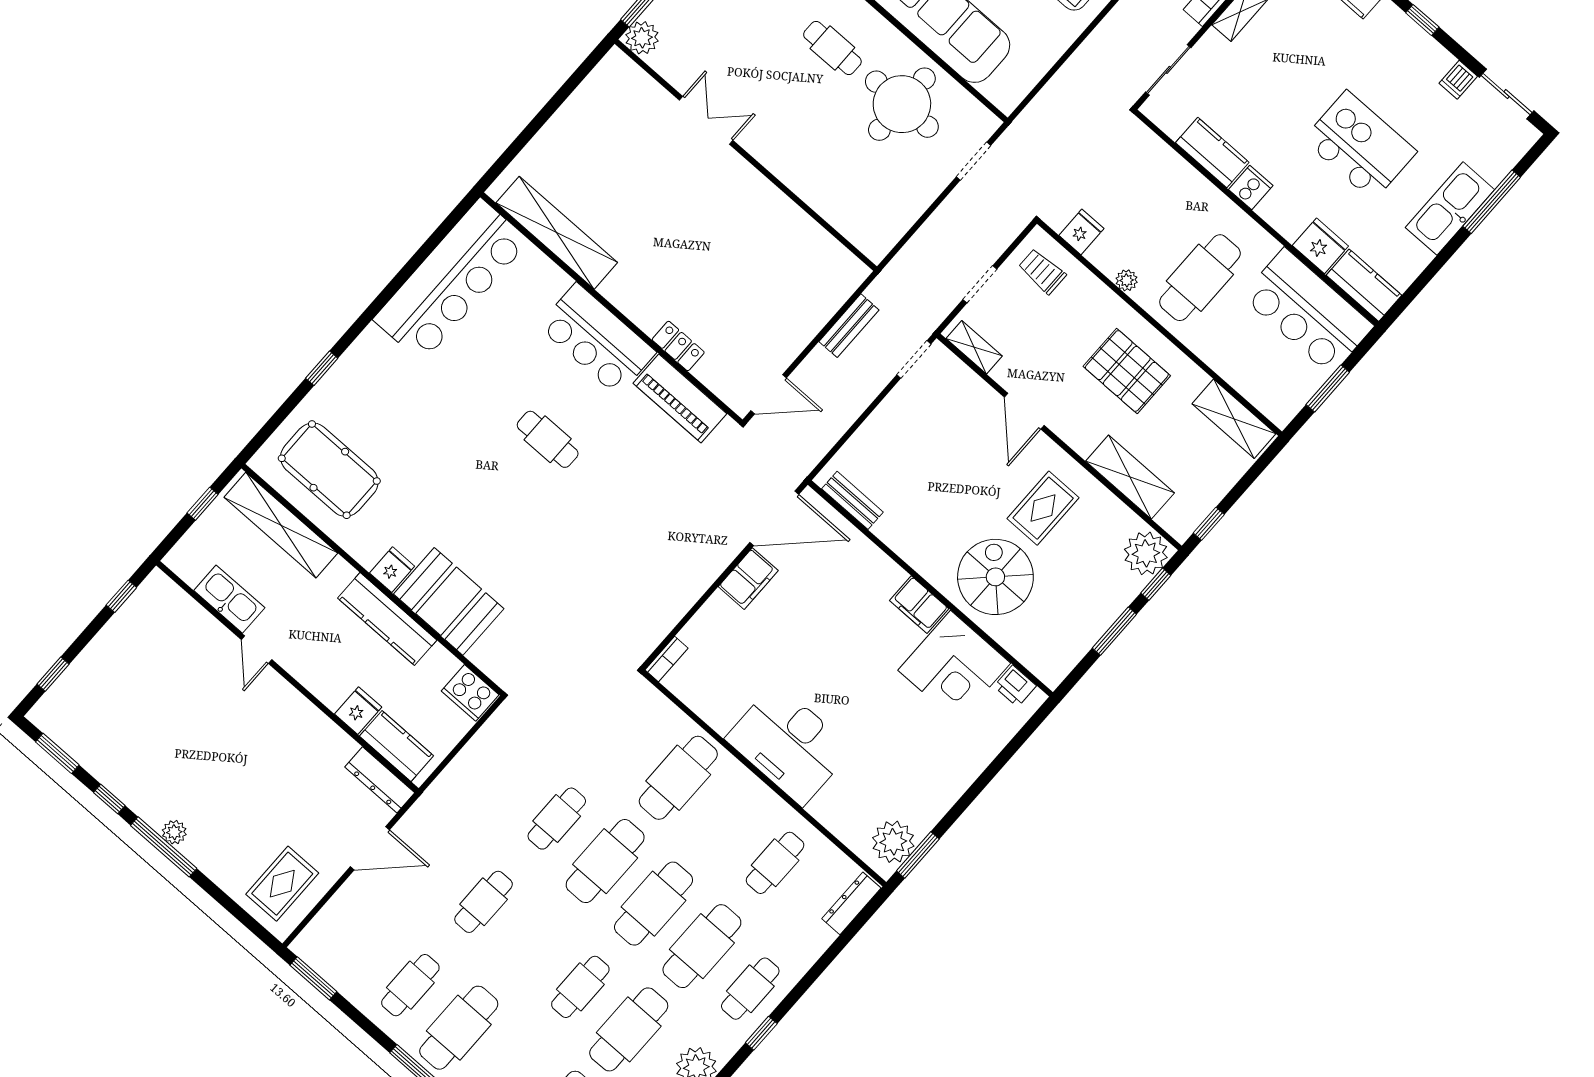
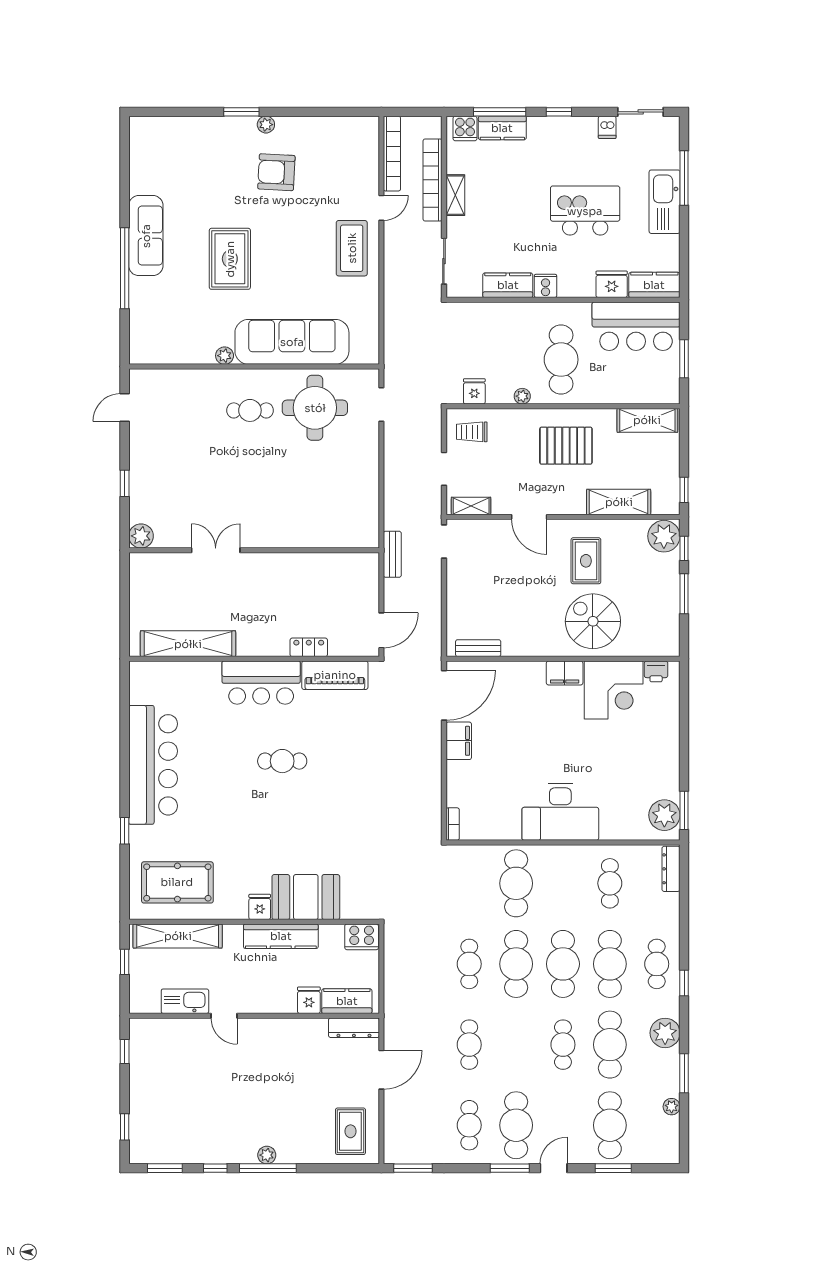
plant: (642, 38) -> (141, 536), moved
double door: (706, 120) -> (216, 550), moved
wall: (746, 155) -> (254, 550), moved
bar counter: (451, 280) -> (153, 765), moved

